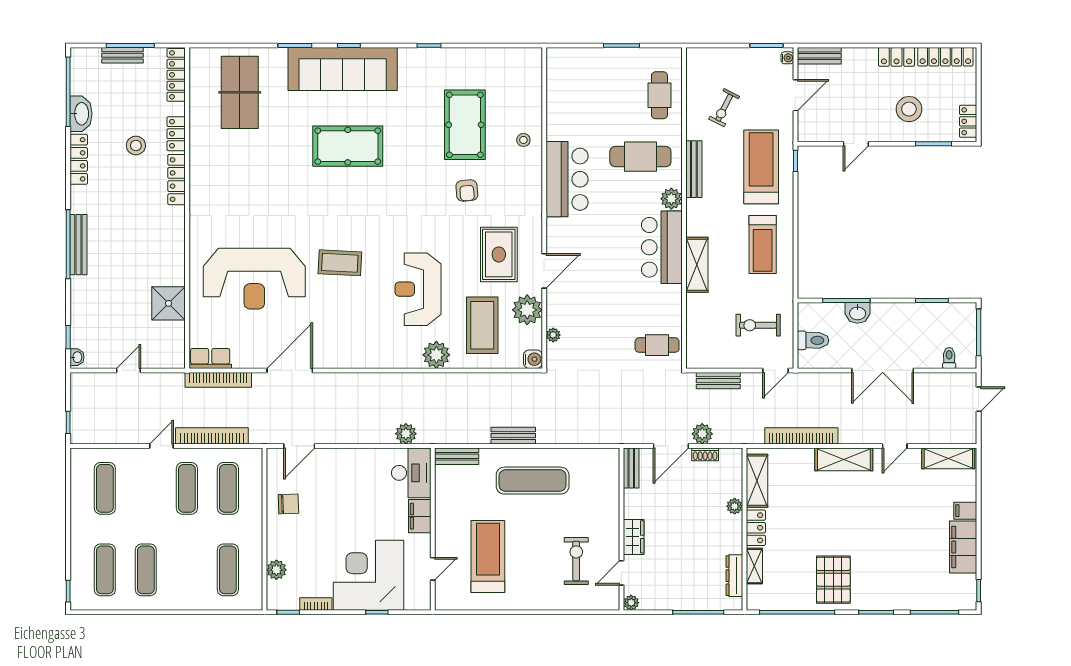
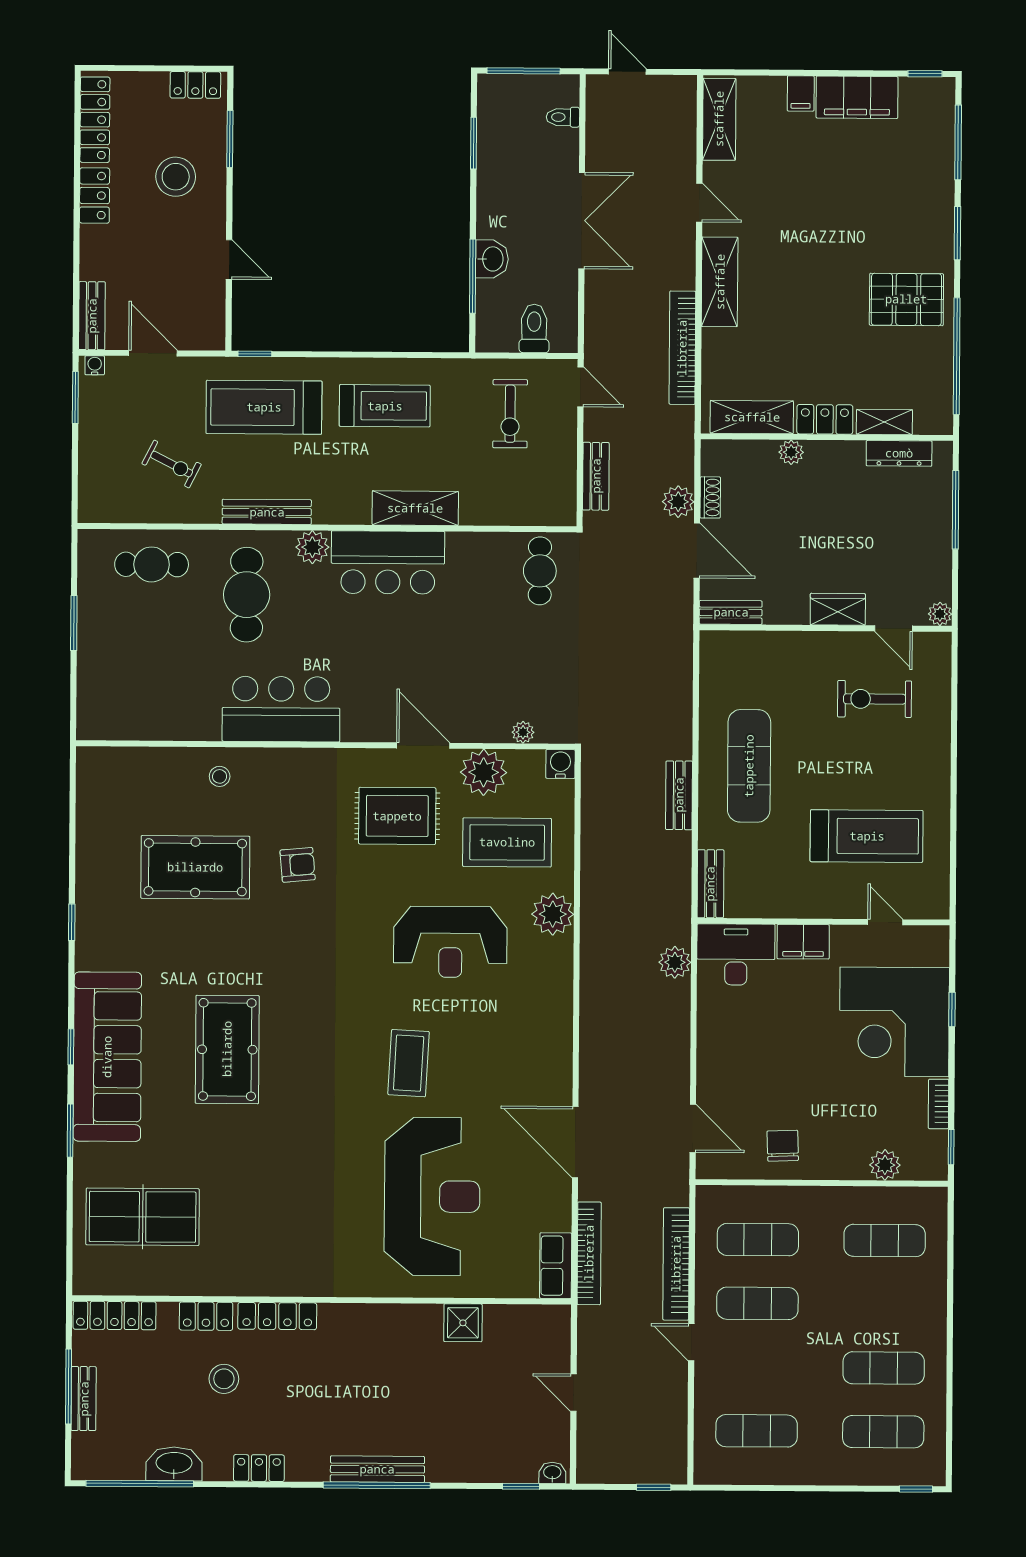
locker: (79, 159) -> (259, 1468), width x0.66
shower: (169, 303) -> (463, 1323), width x0.73, depth x0.73
treadmill: (488, 556) -> (867, 836), turned 180

